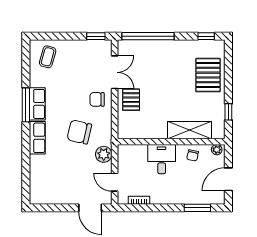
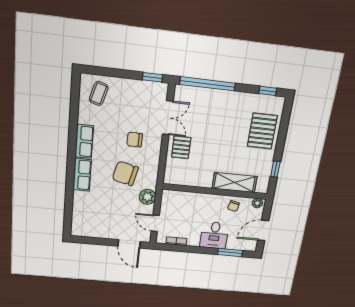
chair: (97, 99) -> (135, 140), moved
window: (26, 105) -> (72, 141), removed
desk: (162, 159) -> (214, 235), moved, turned 180

